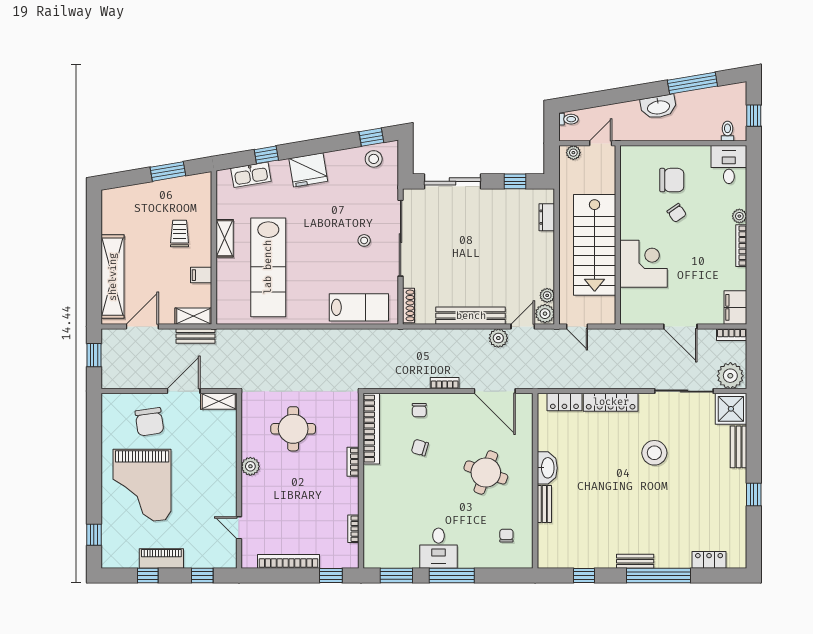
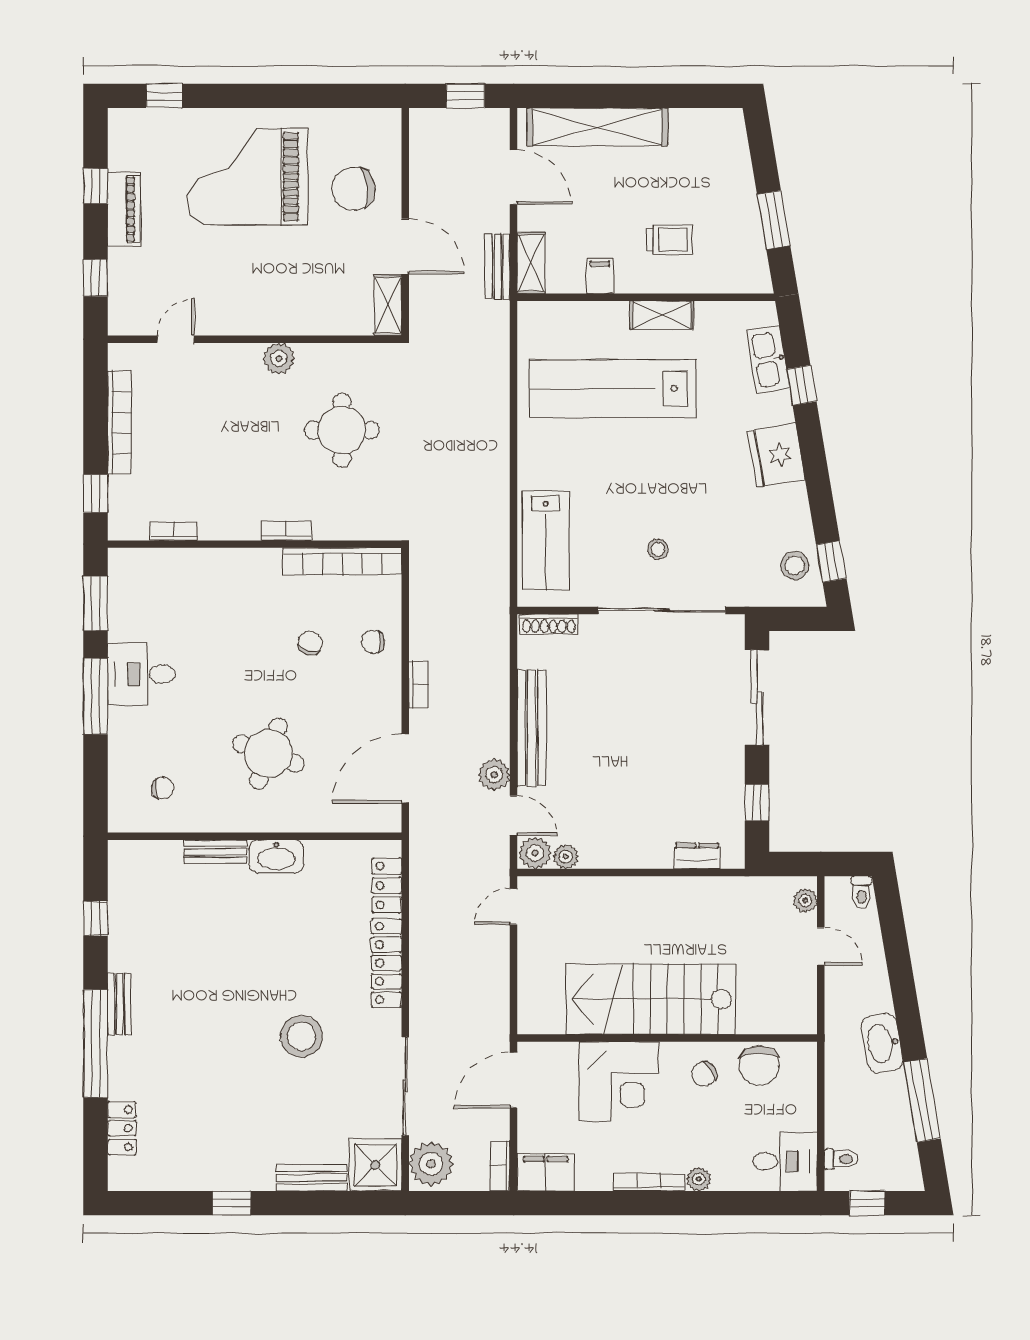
wall: (618, 235) -> (667, 1038), moved
stairs: (595, 245) -> (650, 999), moved
corner desk: (644, 264) -> (619, 1081), moved

